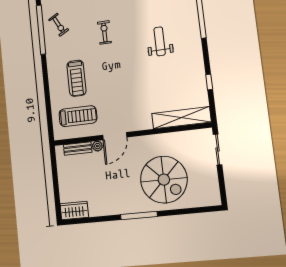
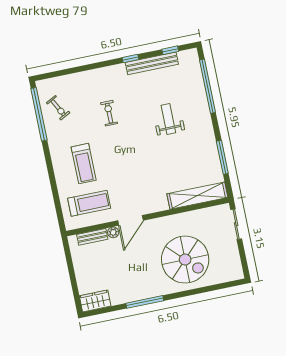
window: (209, 82) -> (222, 157), width x2.17
window: (139, 216) -> (145, 302), moved

